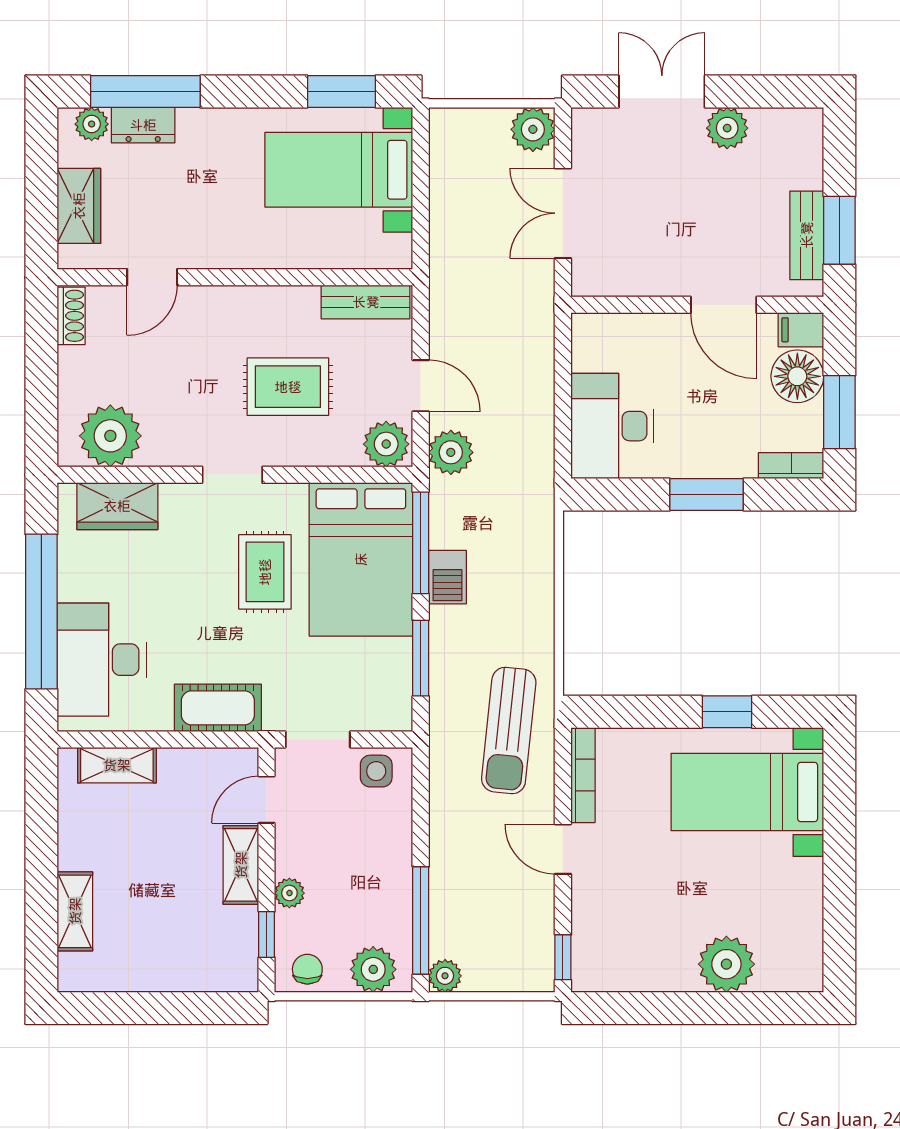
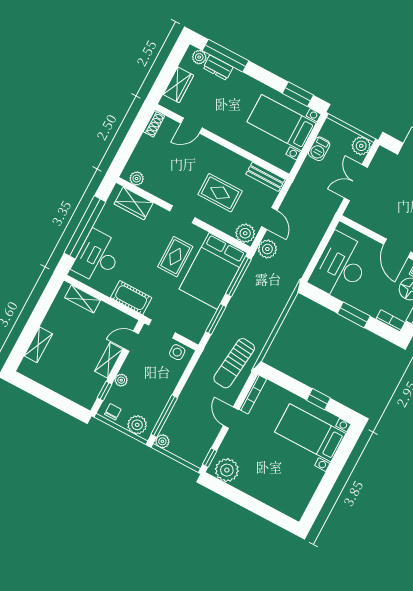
desk: (612, 426) -> (341, 266), width x1.36, depth x1.30
plant: (110, 436) -> (137, 179), width x0.53, depth x0.53
barbecue: (447, 577) -> (319, 149), moved
plant: (726, 964) -> (227, 470), moved

